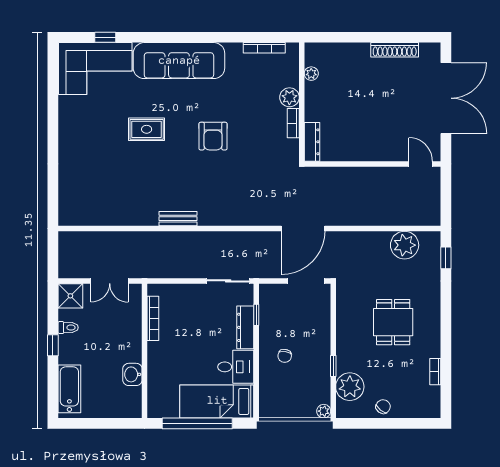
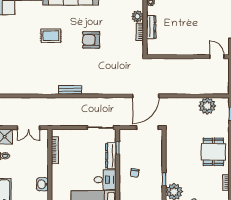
armchair: (213, 136) -> (91, 40), turned 90
dresser: (312, 142) -> (151, 27), moved
dining table: (393, 322) -> (213, 152), moved

